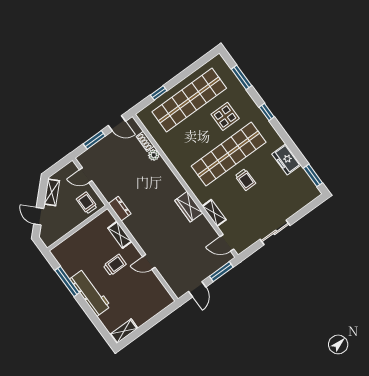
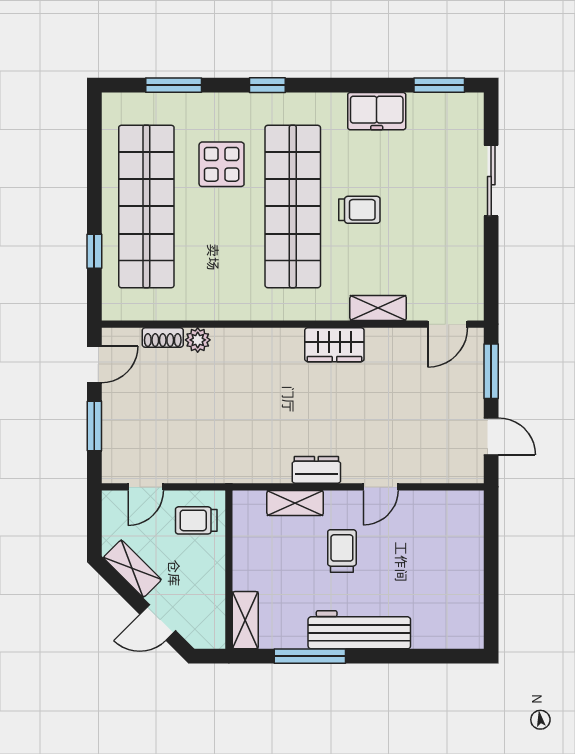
dresser: (120, 209) -> (316, 470), moved
sliding door: (275, 232) -> (491, 181), moved
shelving: (124, 331) -> (245, 620), moved

